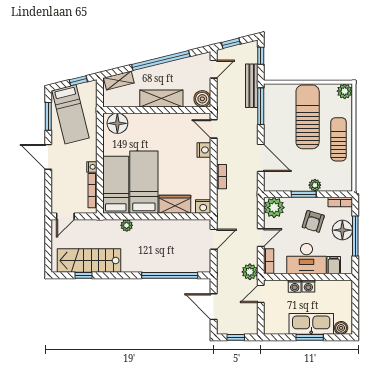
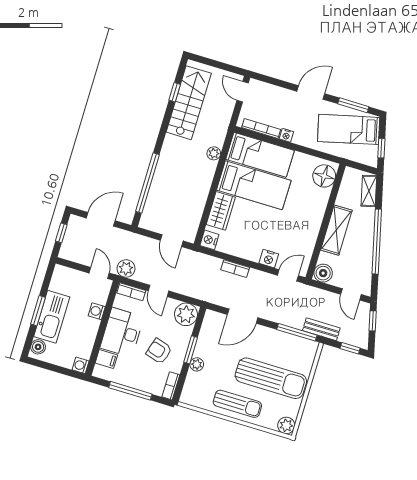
bench: (252, 86) -> (321, 329), width x0.73
floor lamp: (342, 230) -> (141, 379), removed
washing machine: (308, 286) -> (81, 365), moved

